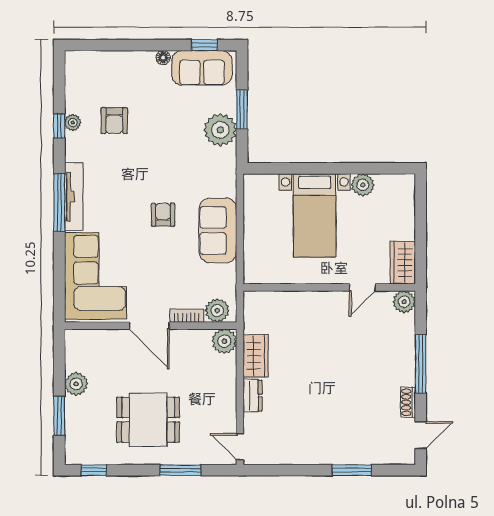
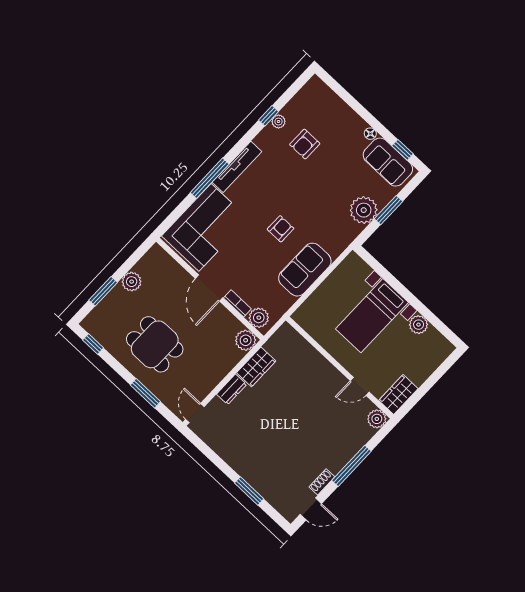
window: (59, 203) -> (210, 178), moved

